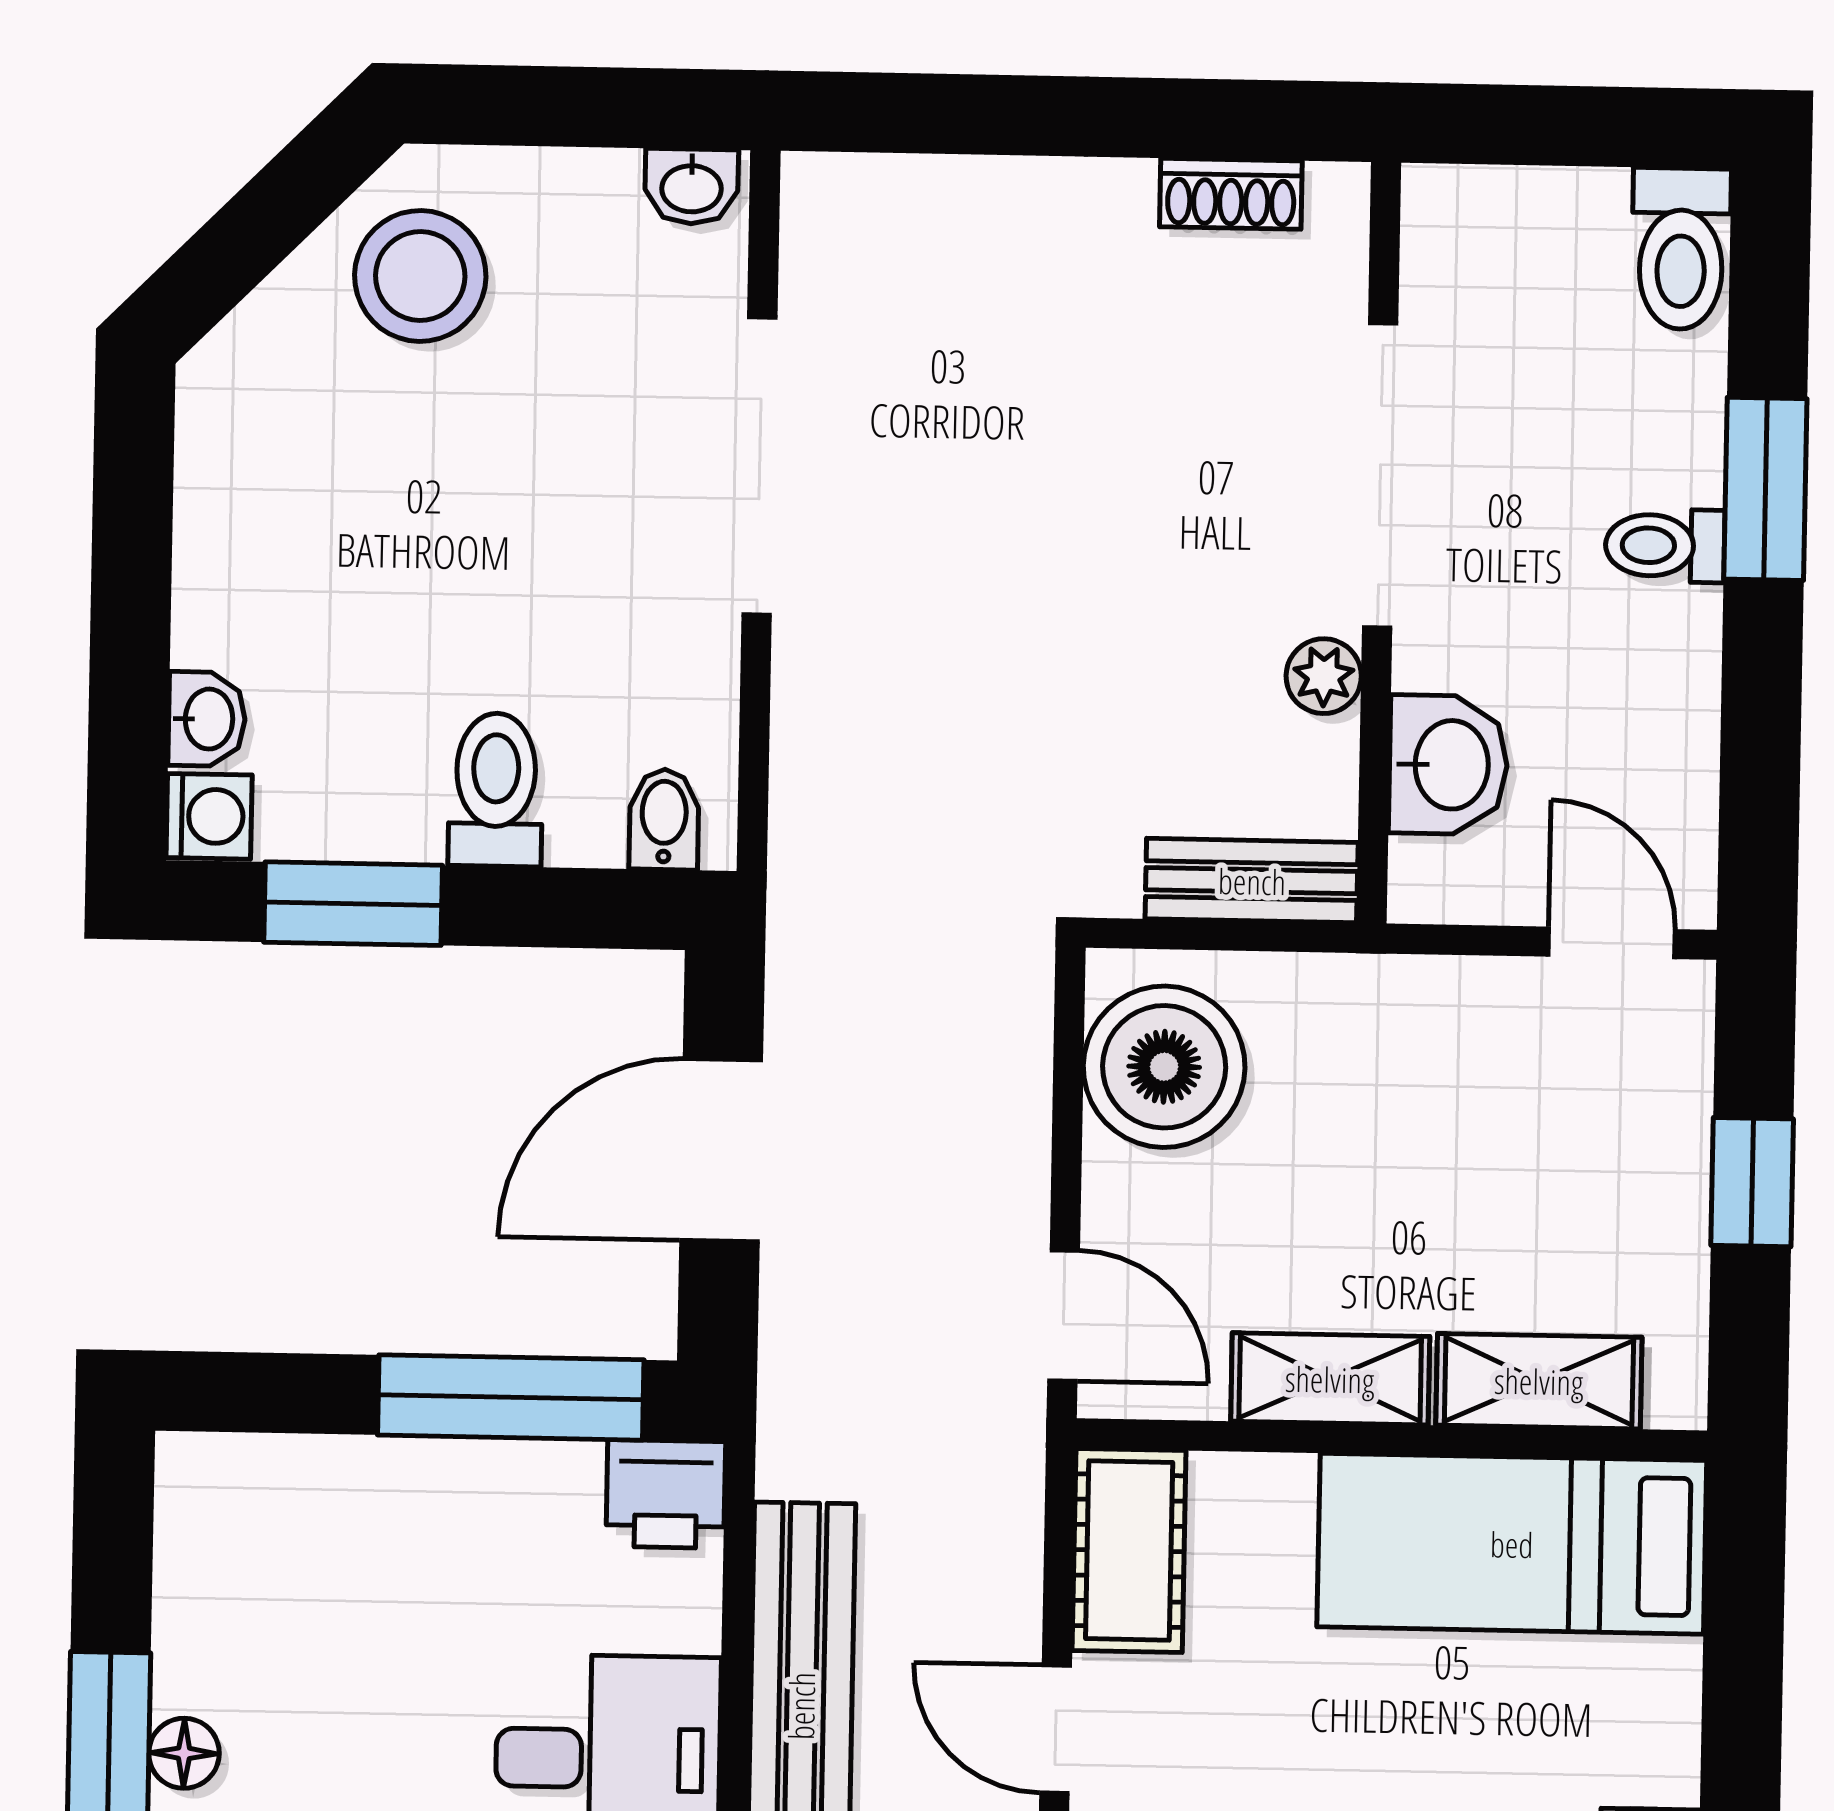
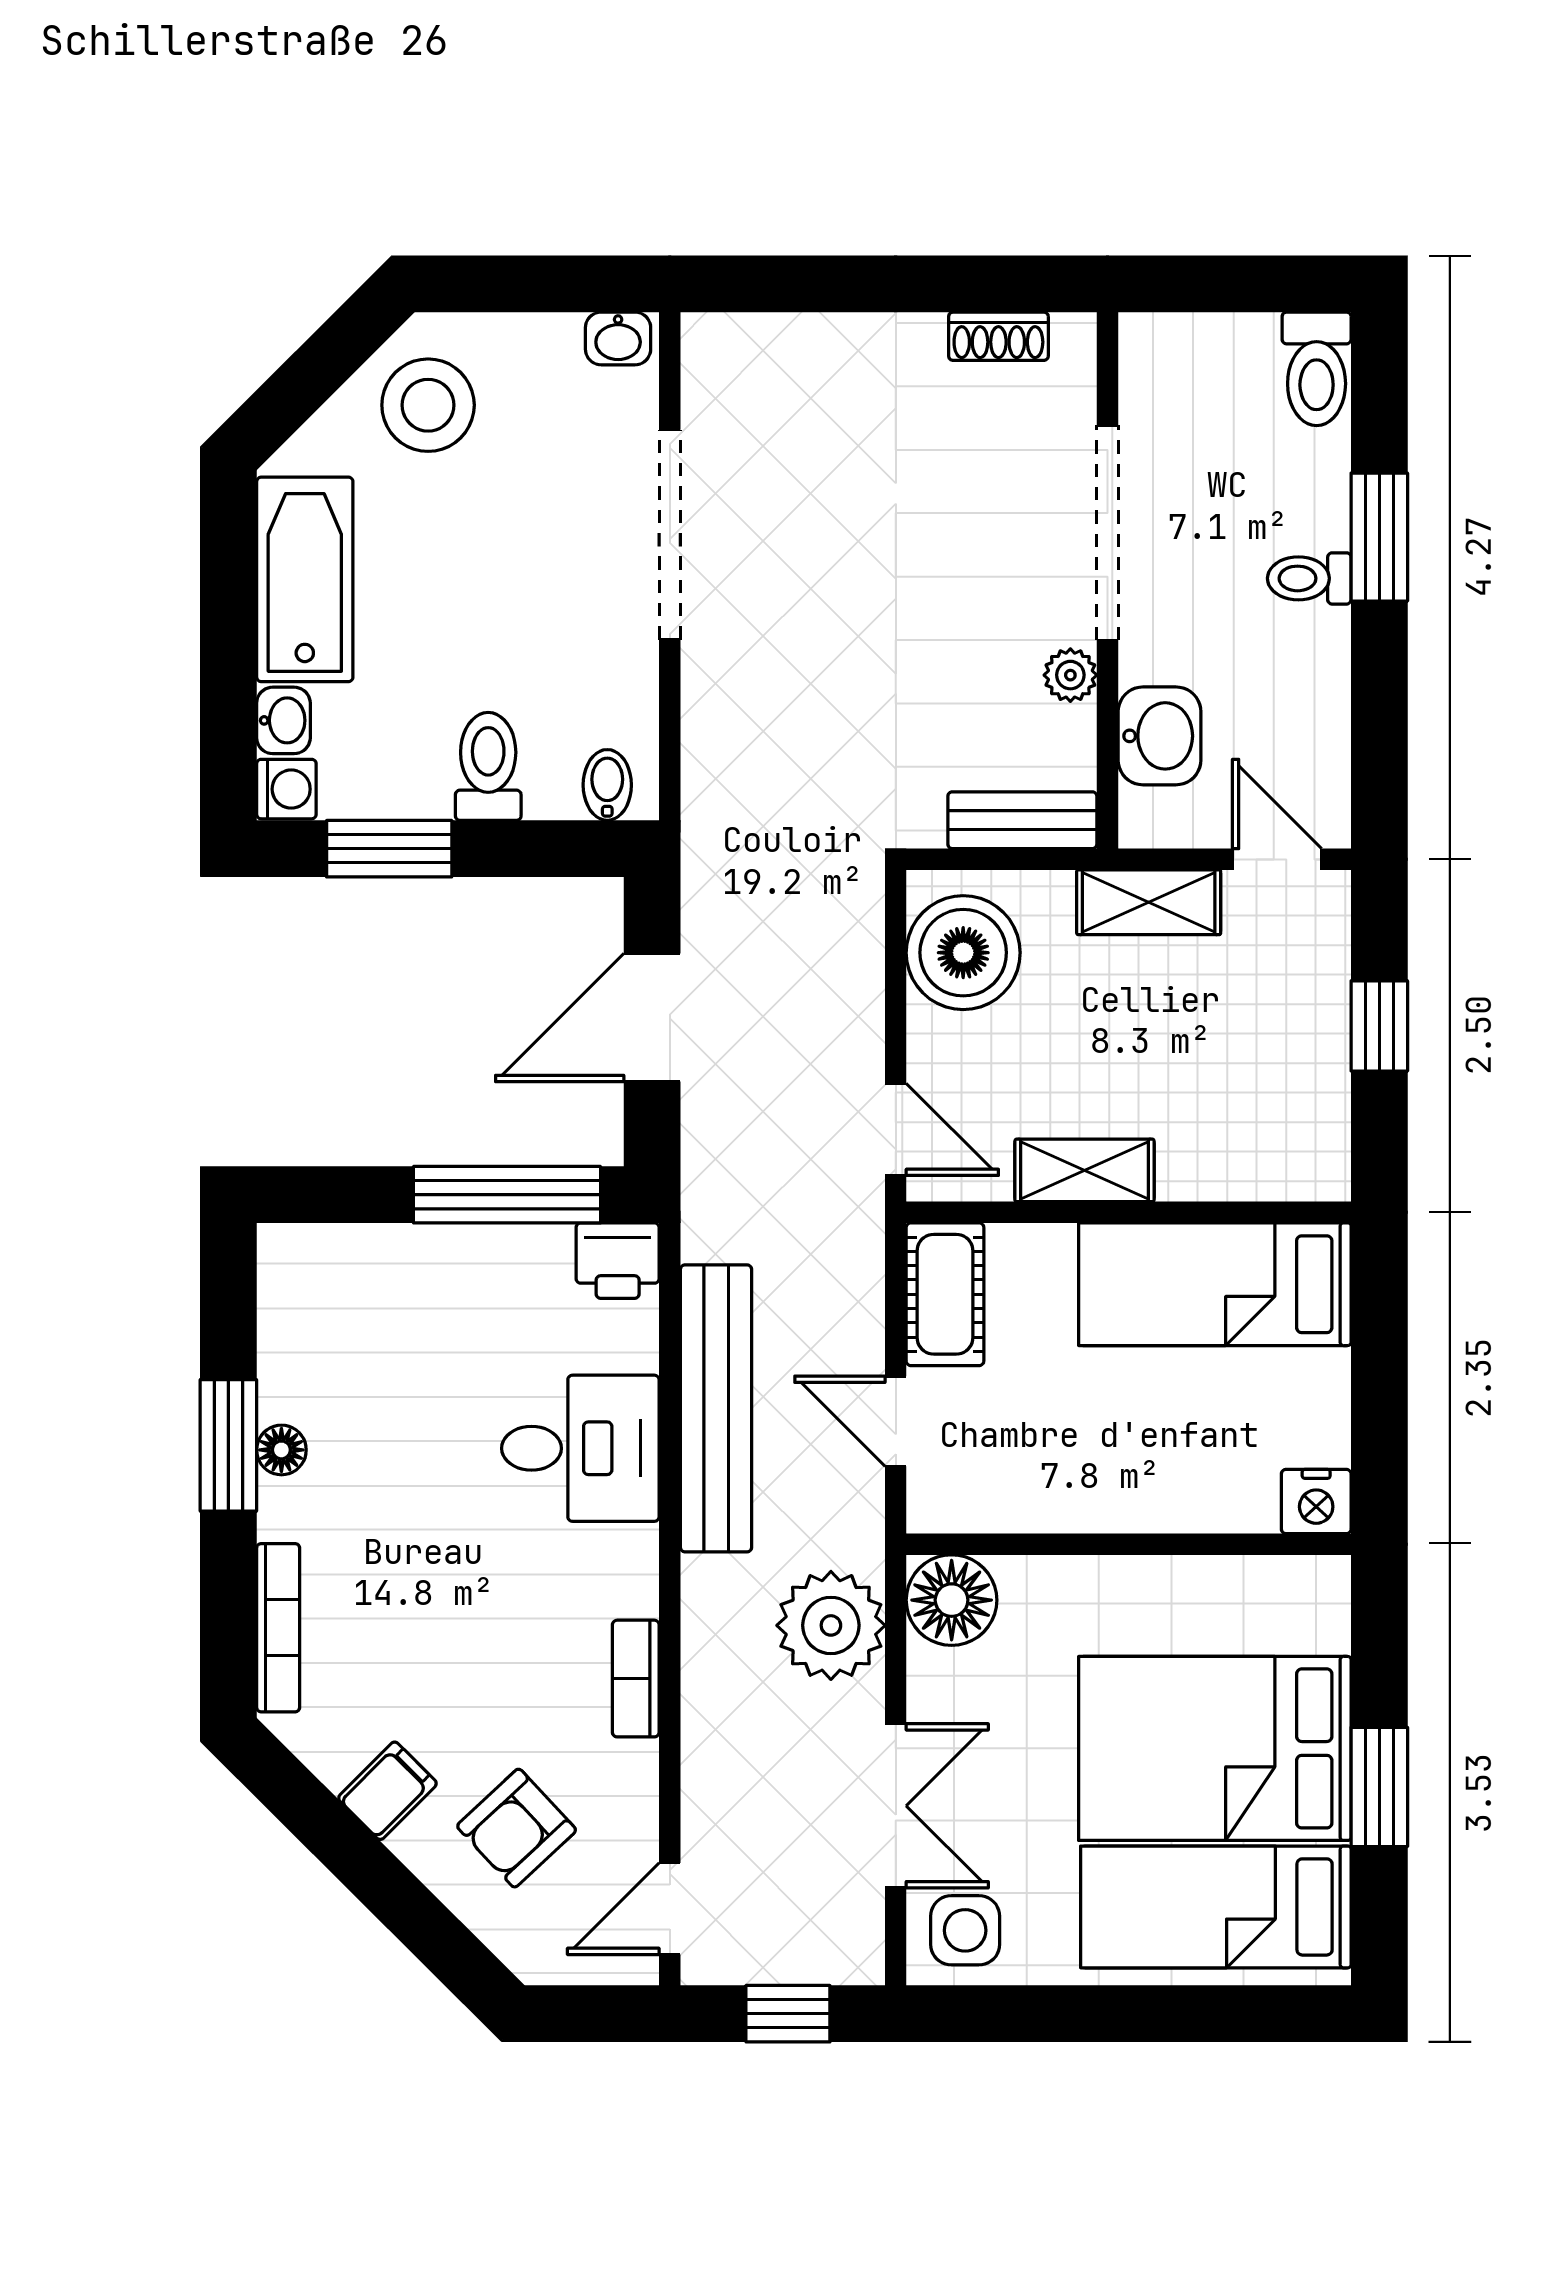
bathtub: (241, 520) -> (305, 579), added
shelving: (1539, 1381) -> (1149, 902), moved

